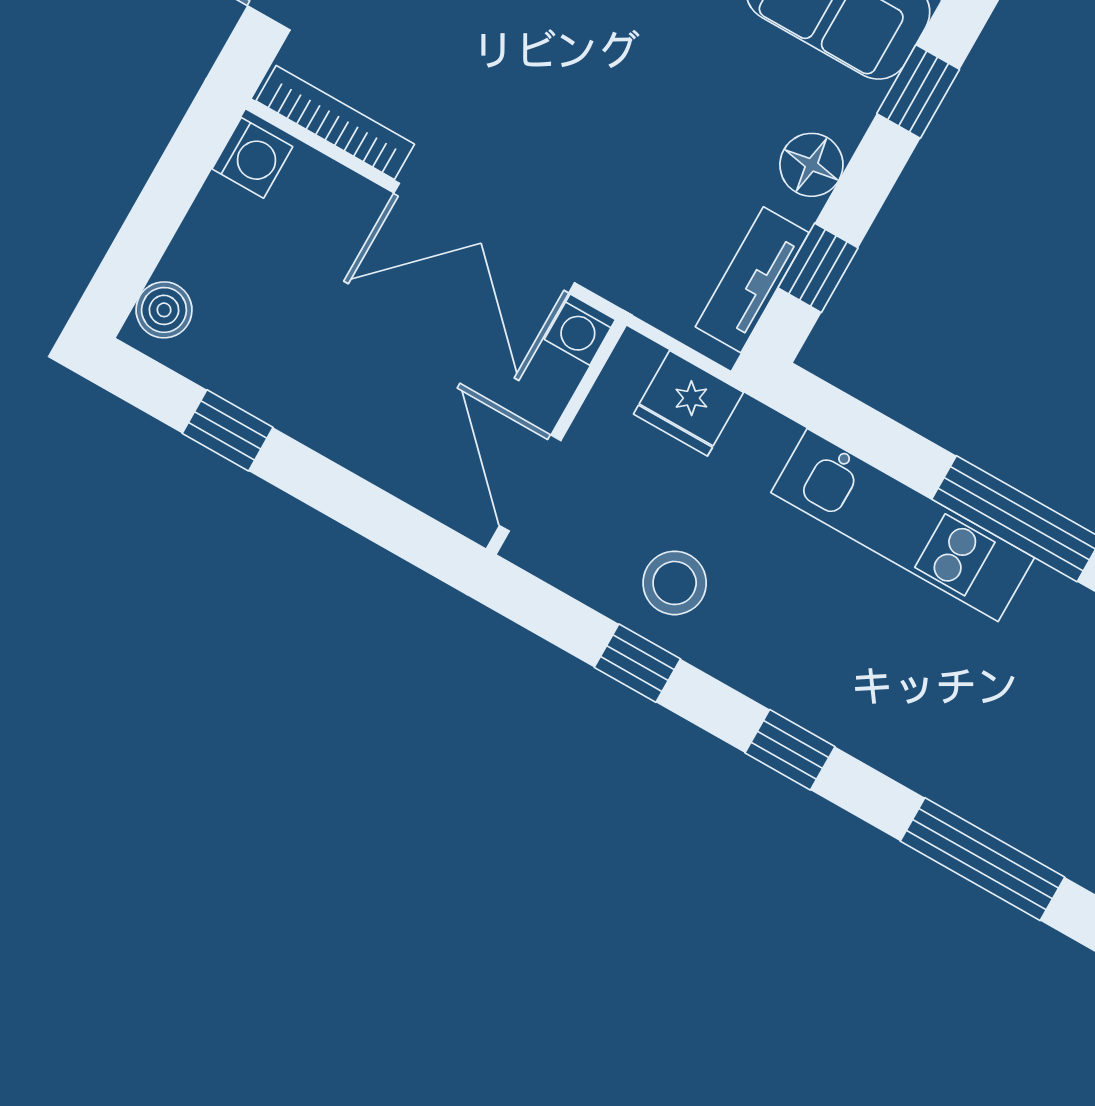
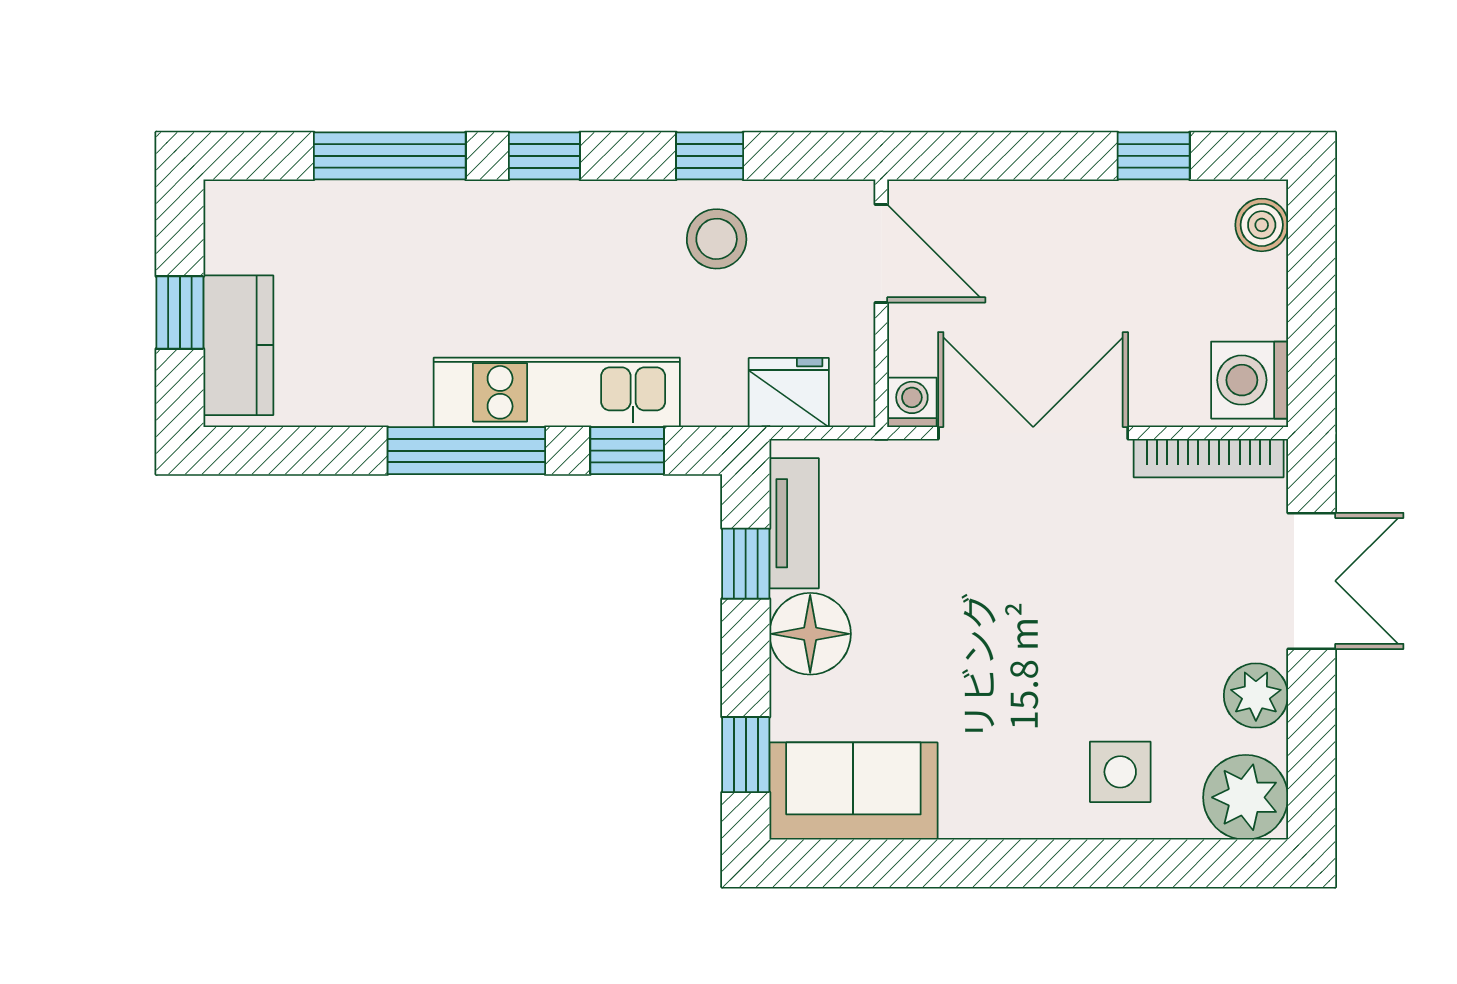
washing machine: (252, 158) -> (1250, 380), width x1.38, depth x1.38
floor lamp: (811, 165) -> (810, 634), width x1.38, depth x1.38
window: (868, 434) -> (627, 451), added
window: (982, 859) -> (390, 156), moved

